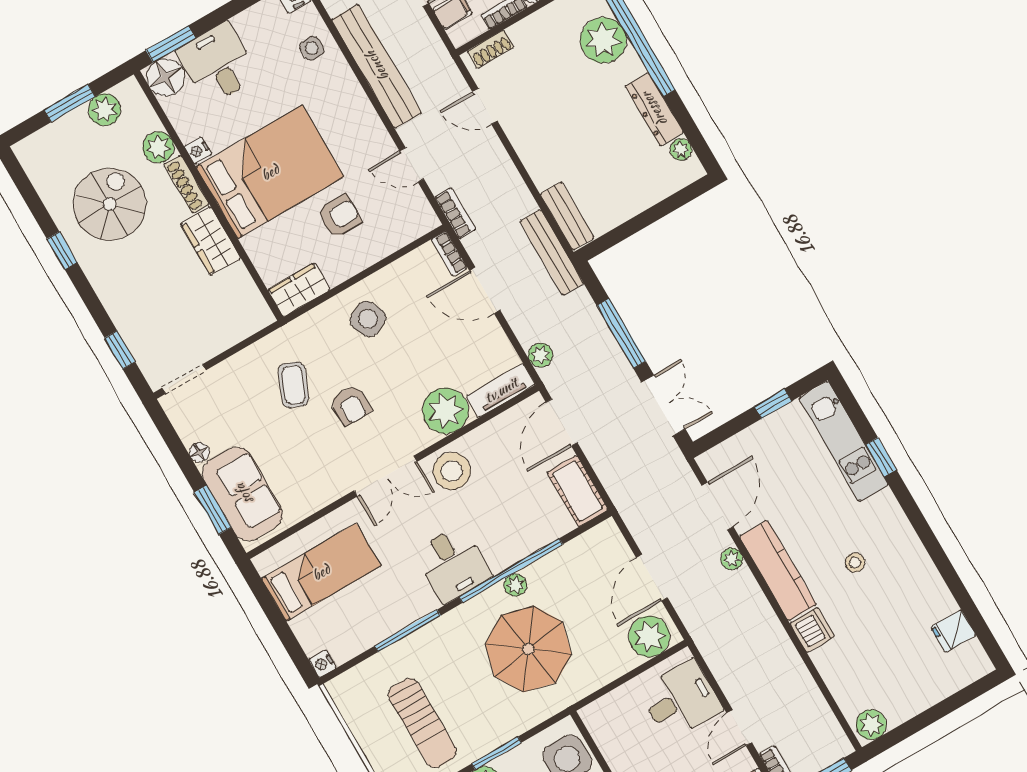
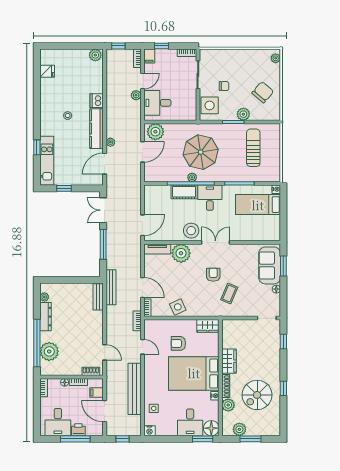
side table: (368, 319) -> (178, 307), moved
plant: (540, 355) -> (136, 95), moved
cot: (578, 491) -> (184, 192), moved, turned 90
bed: (321, 572) -> (258, 205), moved

